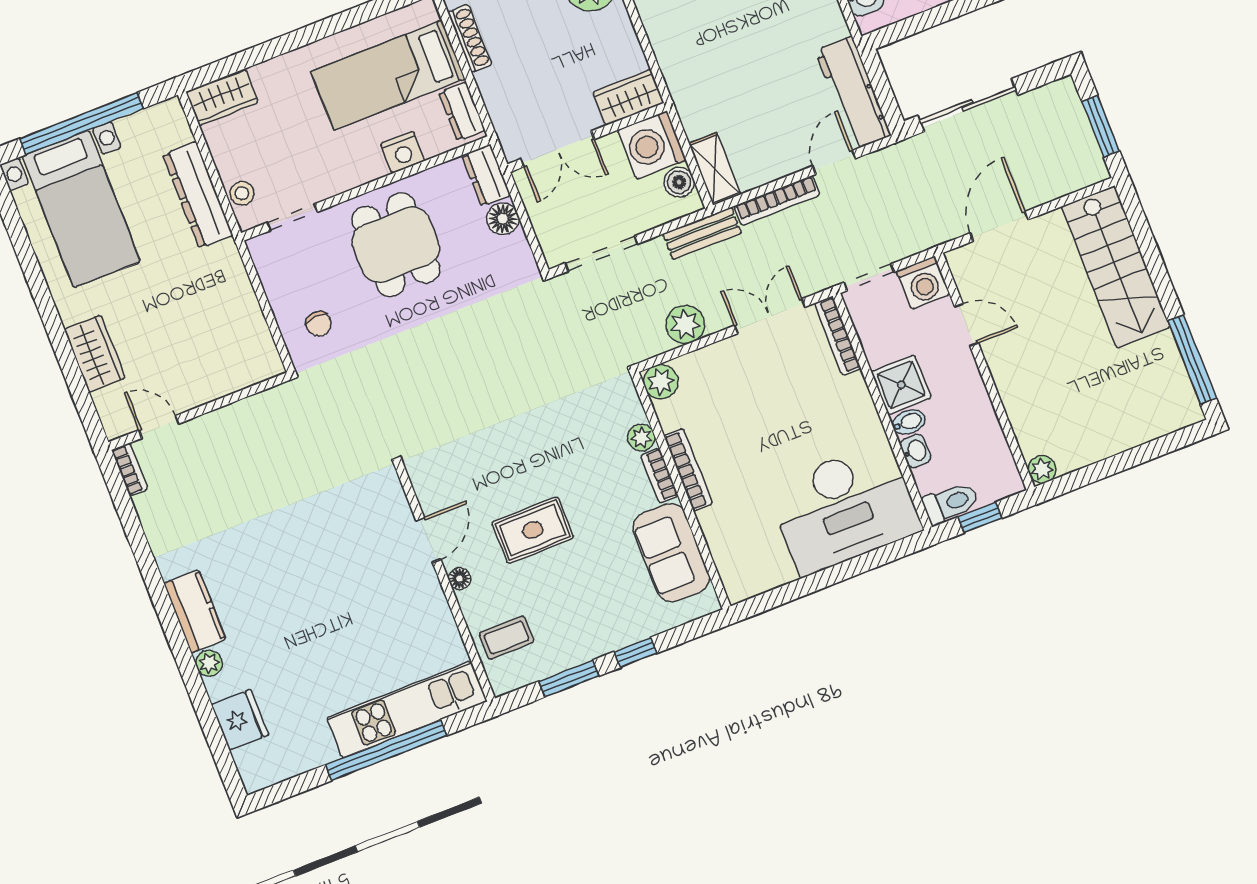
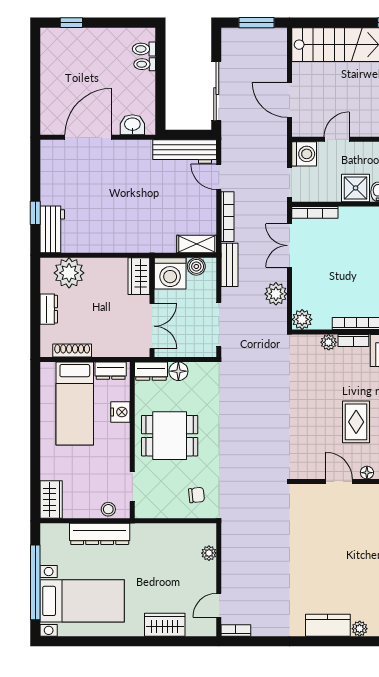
plant: (235, 379) -> (209, 553), added

